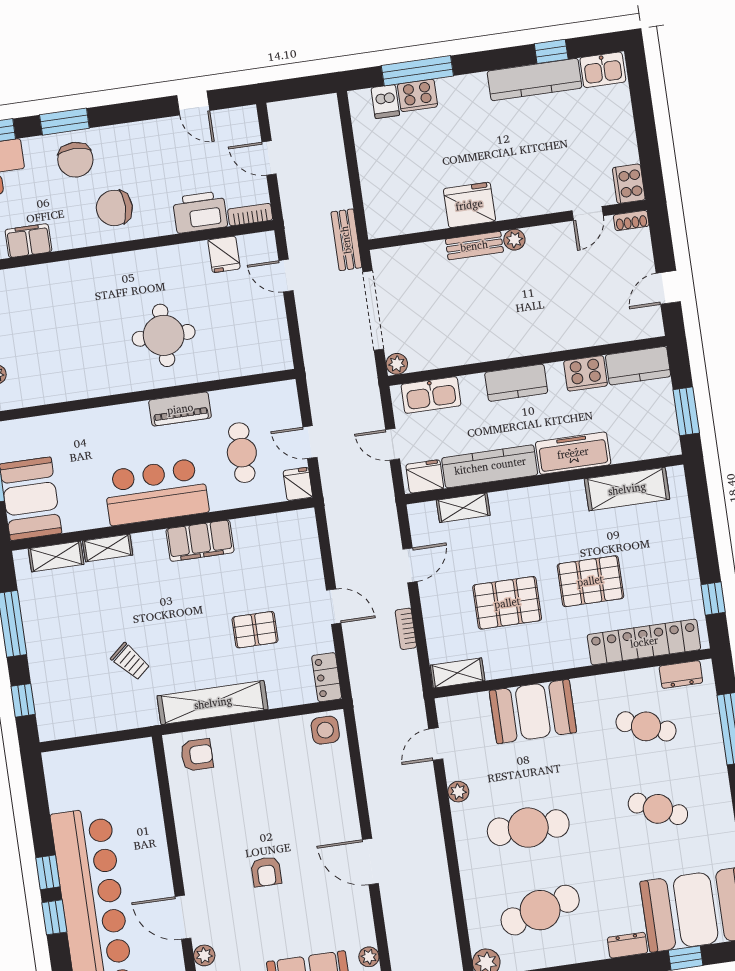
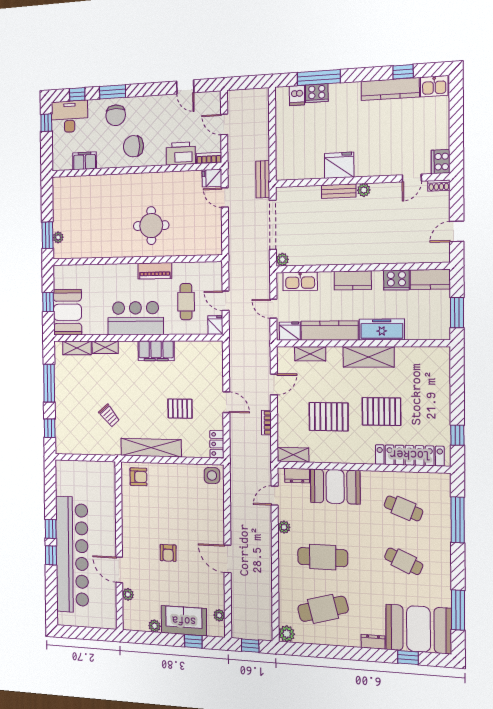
fridge: (224, 254) -> (212, 178), moved, turned 90
shelving: (627, 489) -> (369, 357), moved
dresser: (681, 675) -> (297, 476), moved

